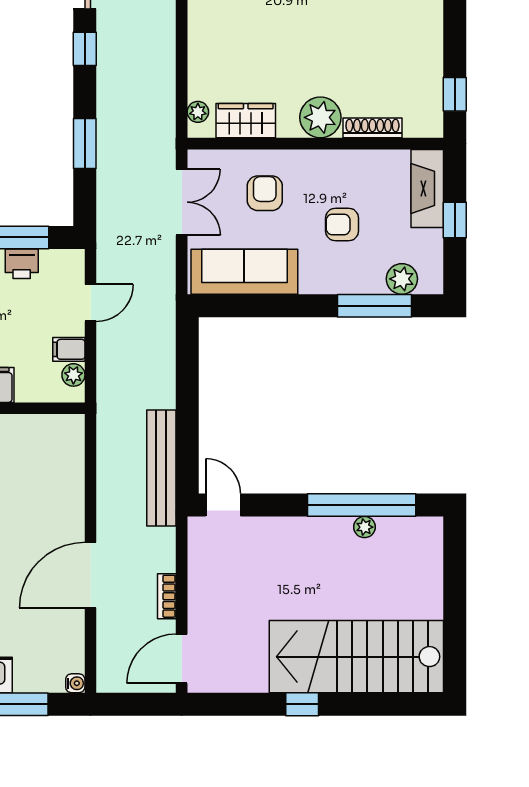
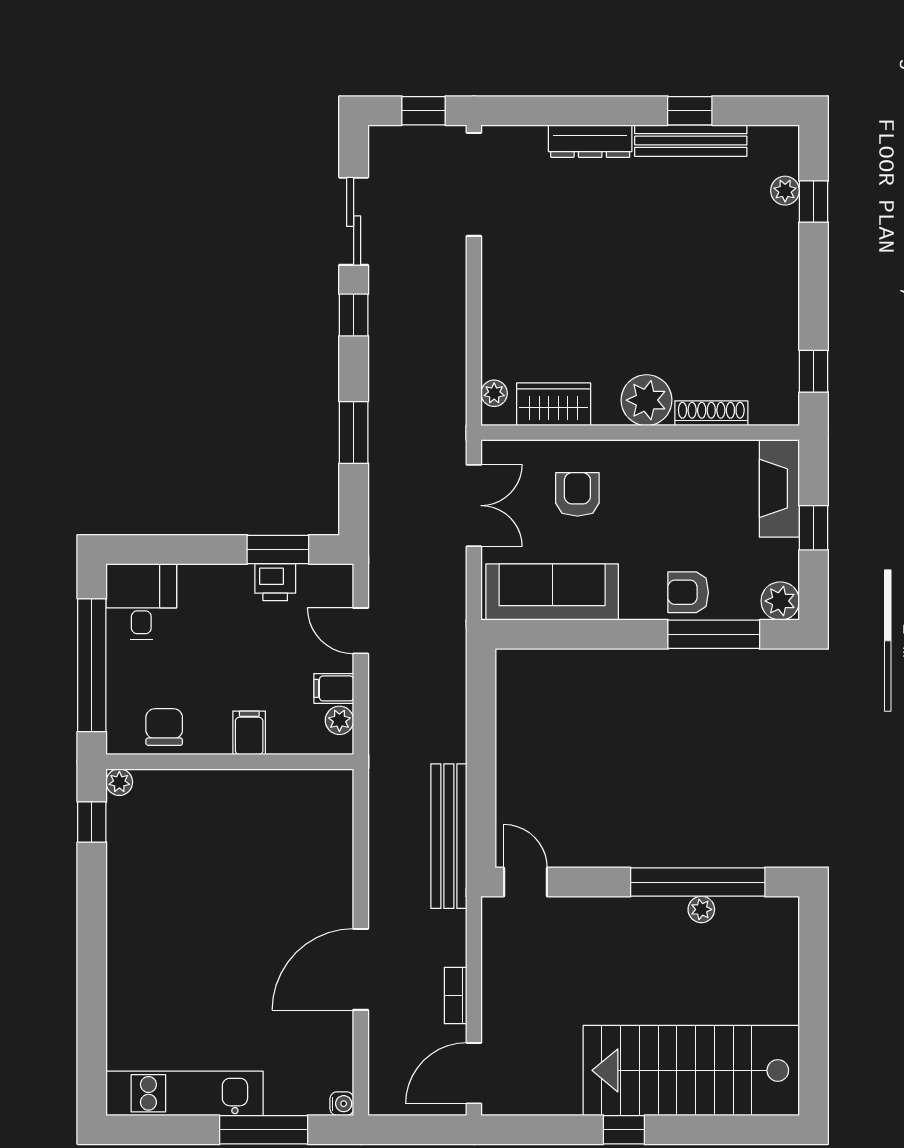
armchair: (342, 225) -> (688, 592), moved
plant: (402, 279) -> (780, 601), moved
door: (91, 303) -> (361, 631), swing flipped

